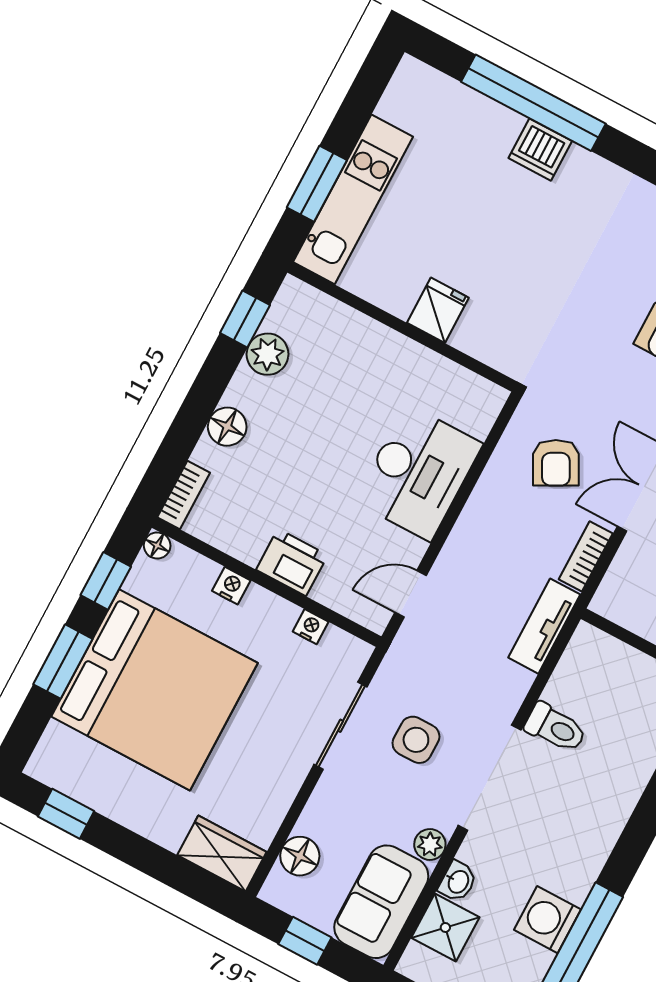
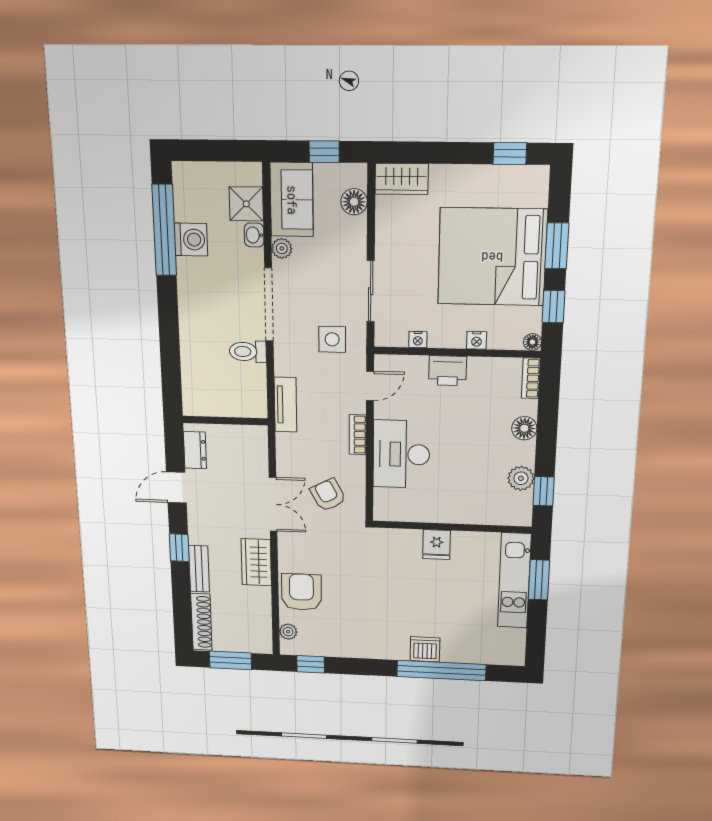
bookcase: (586, 556) -> (358, 435), moved, turned 180
side table: (416, 740) -> (332, 339), moved

